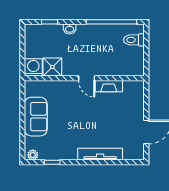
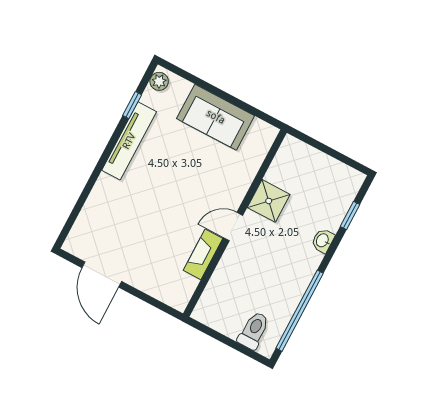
washing machine: (33, 67) -> (293, 153), removed
shower: (52, 67) -> (269, 201), moved
tv unit: (100, 154) -> (129, 141), moved

